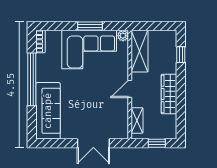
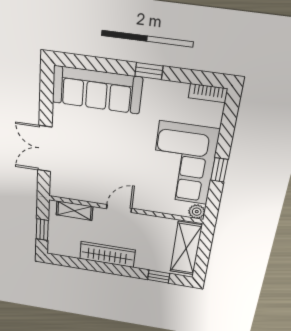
window: (90, 26) -> (219, 170), width x0.67
shelving: (140, 51) -> (186, 248), moved, turned 90
window: (32, 79) -> (149, 71), width x0.32
door: (130, 89) -> (119, 209), hinge flipped

